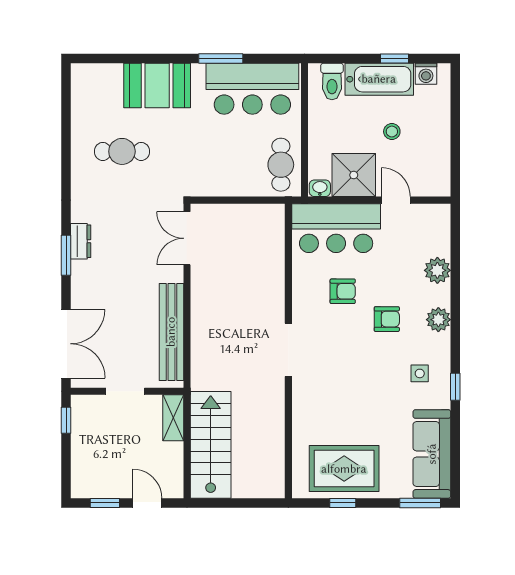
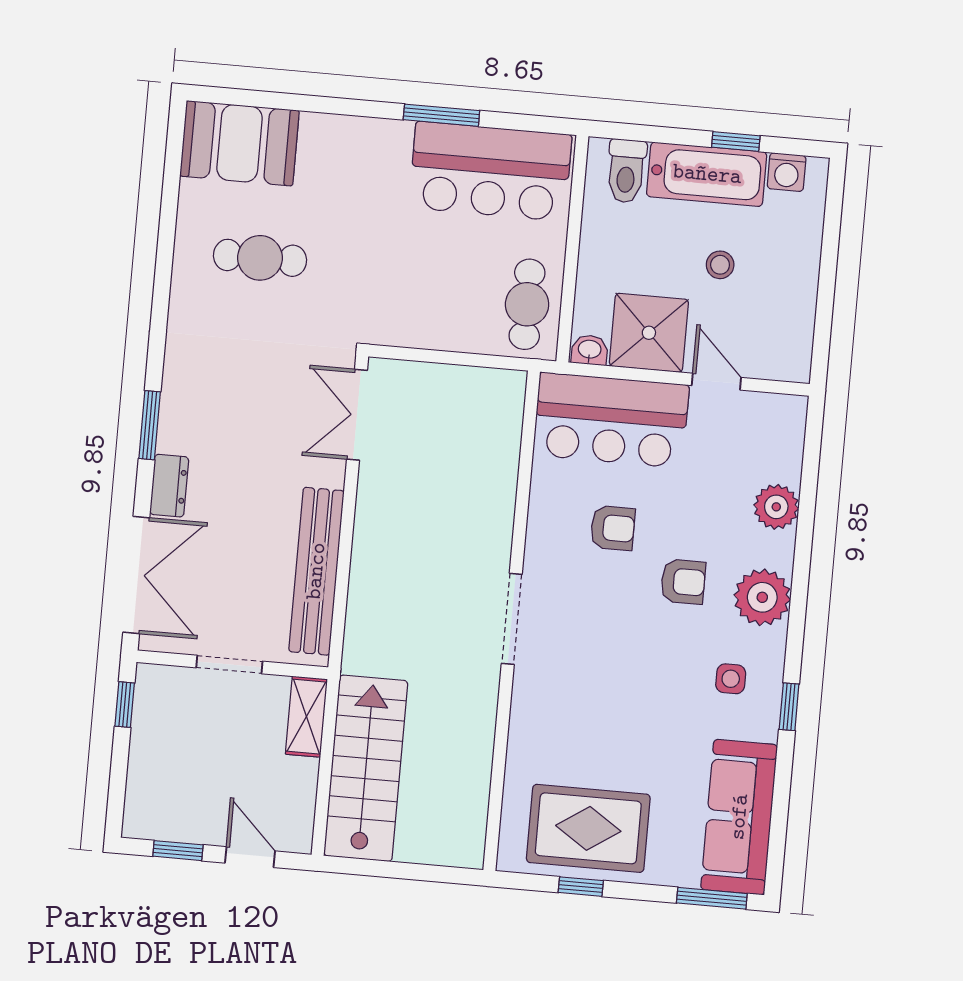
booth: (157, 85) -> (240, 143), moved
dresser: (81, 241) -> (169, 486), moved
plant: (438, 320) -> (762, 597), width x1.36, depth x1.36

